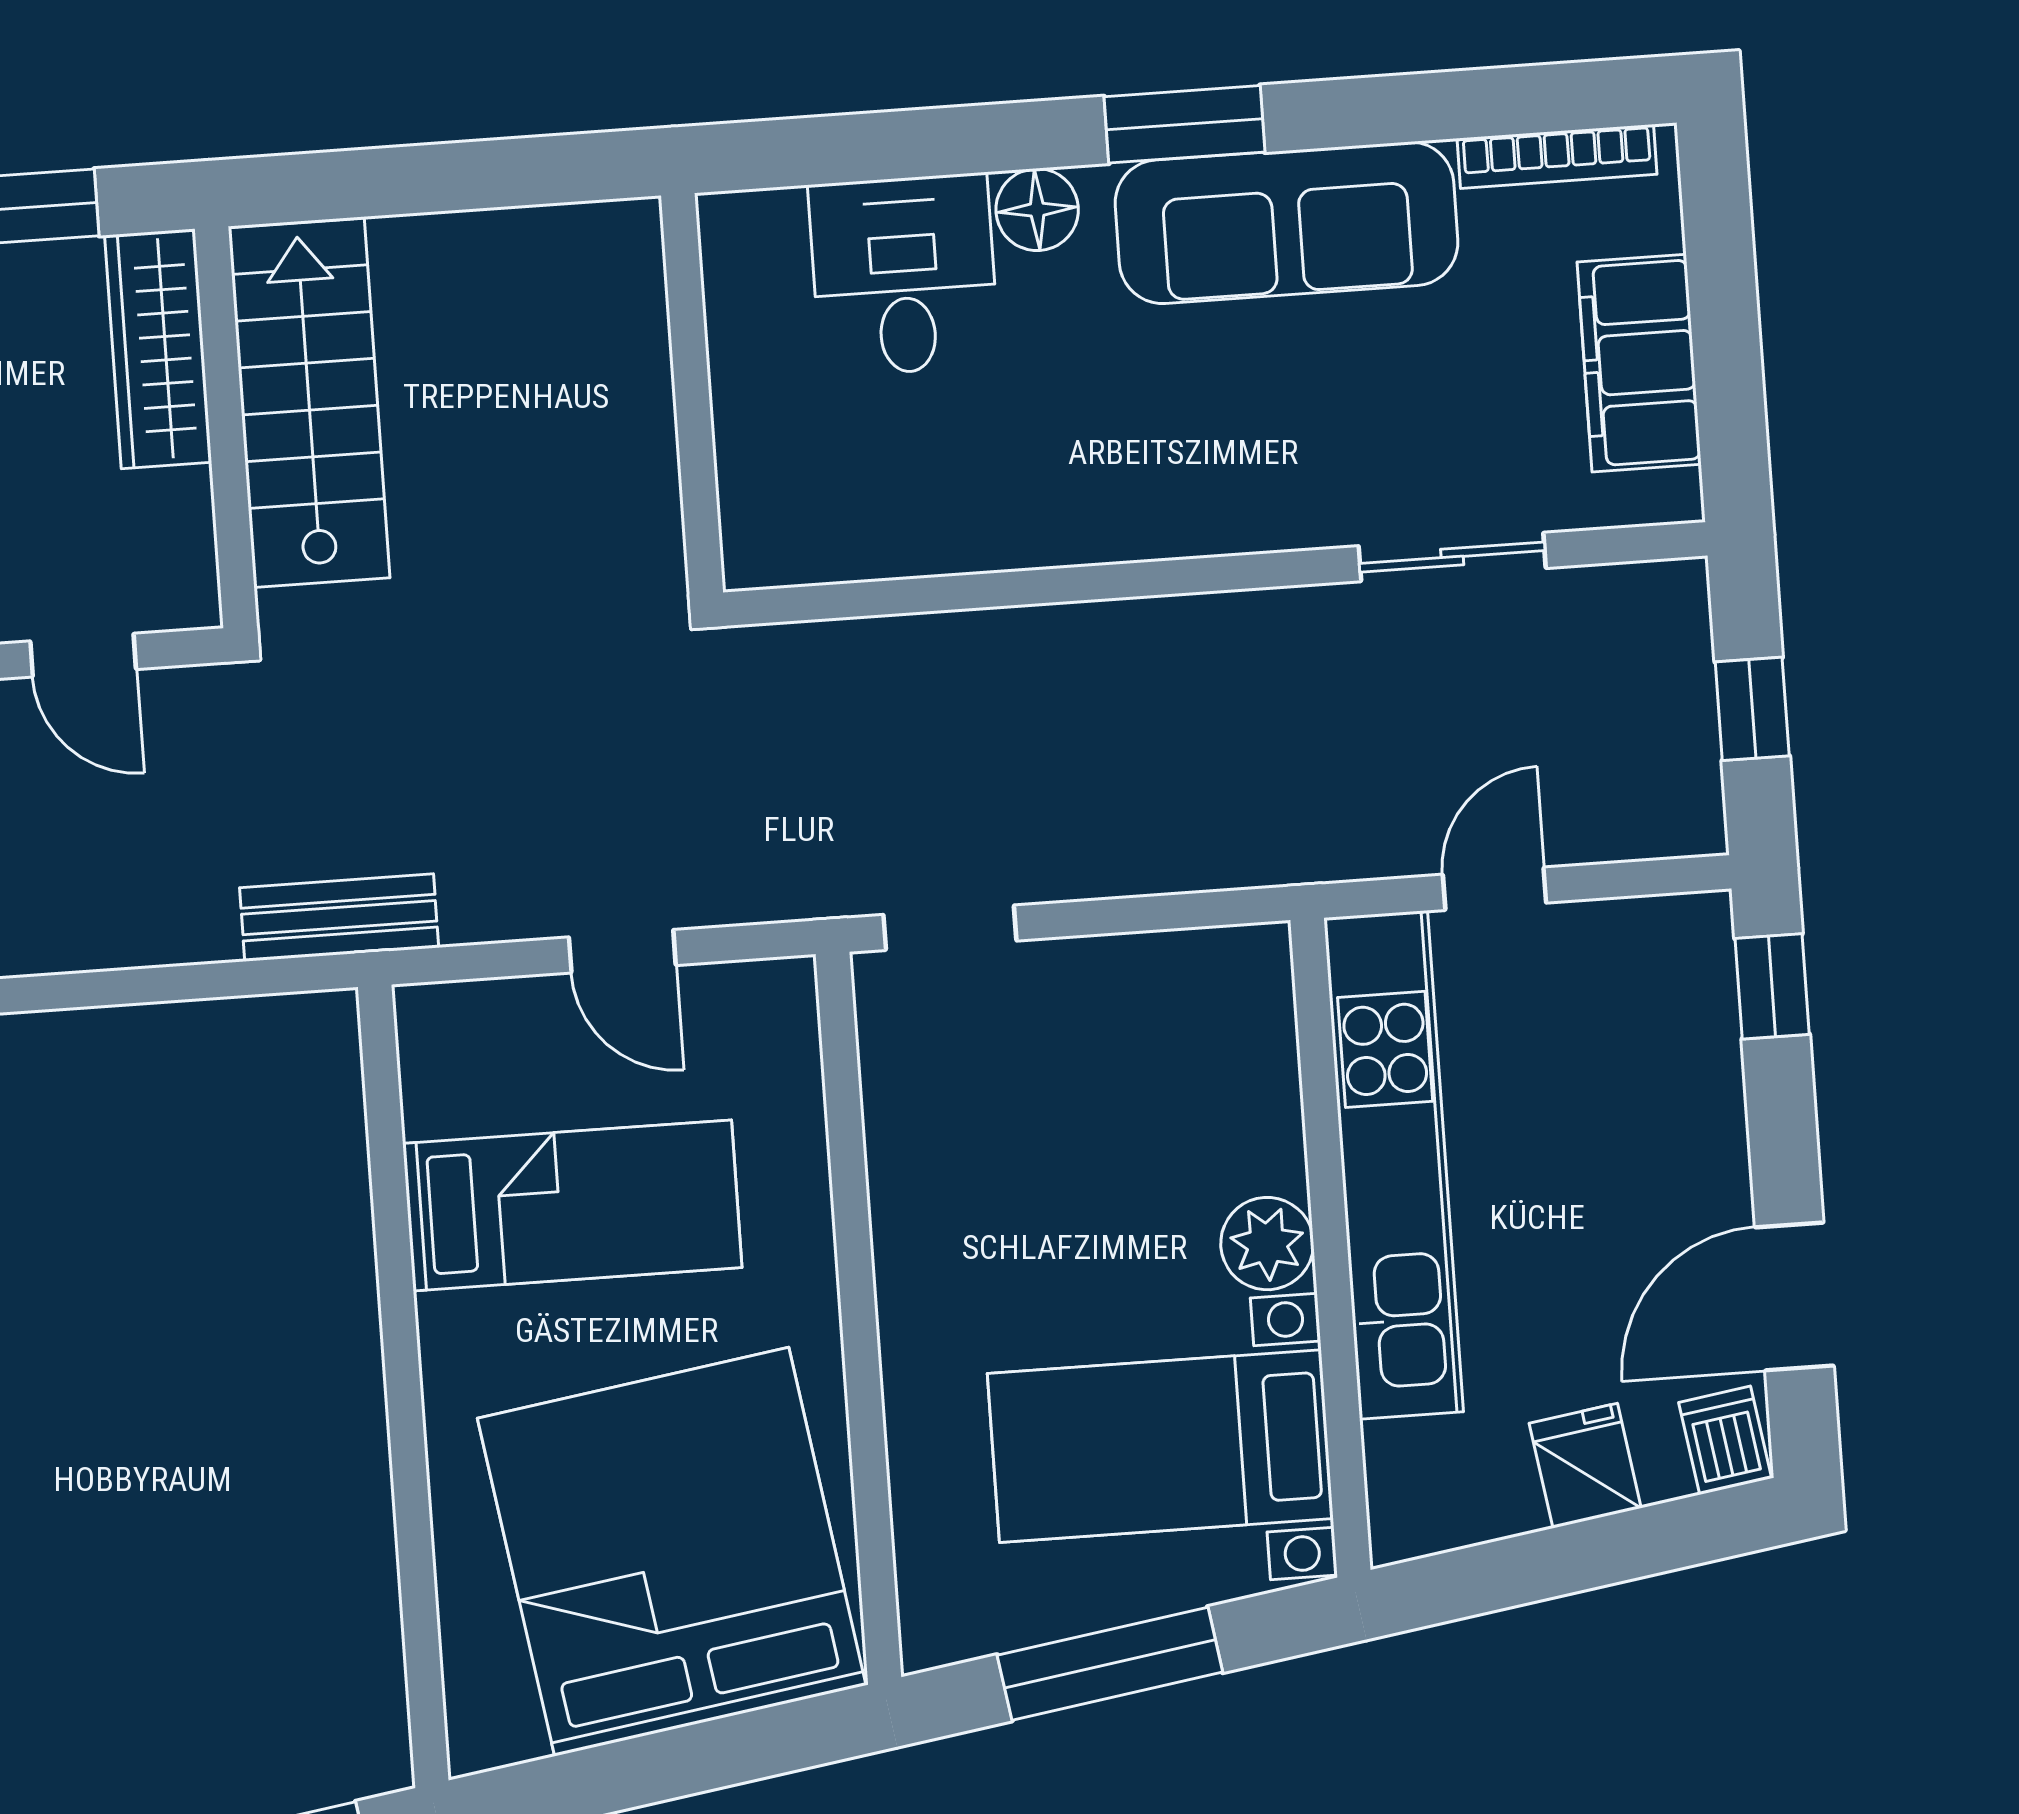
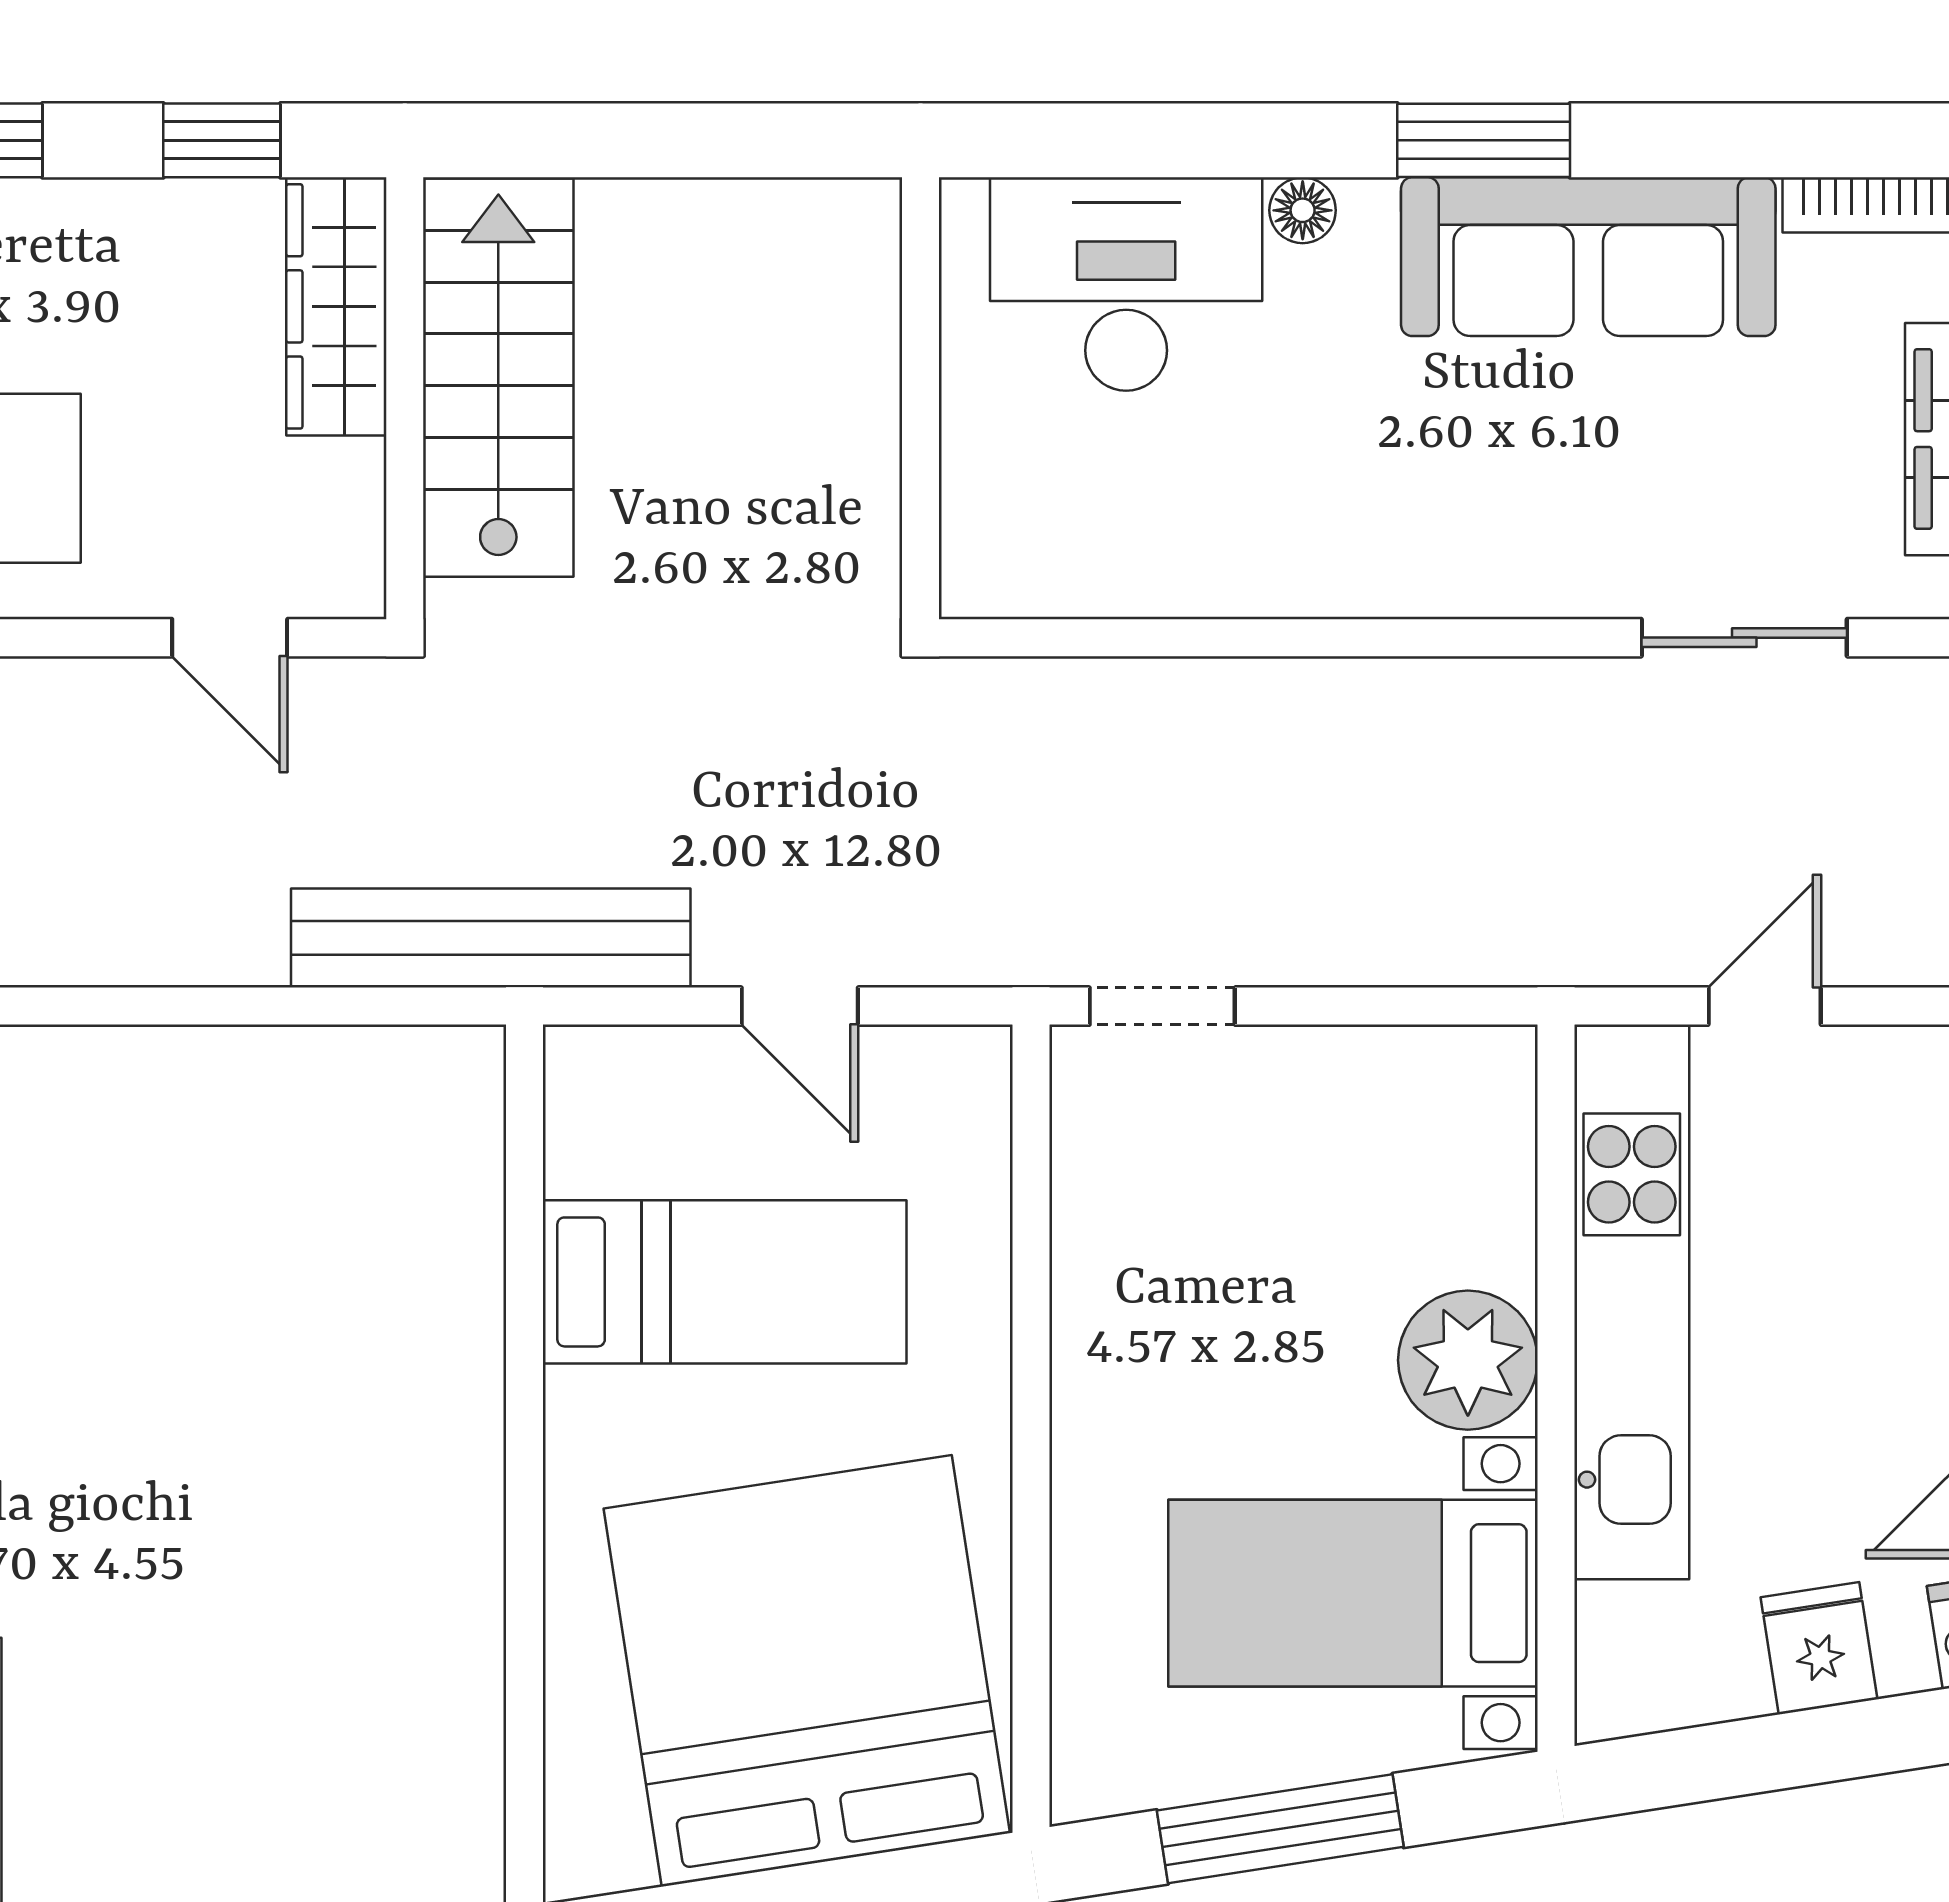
floor lamp: (1037, 210) -> (1303, 210), width x0.73, depth x0.73
desk: (904, 275) -> (1126, 284), width x1.37
bench: (339, 918) -> (491, 938), width x1.86, depth x1.21
plant: (1267, 1244) -> (1468, 1360), width x1.36, depth x1.36

